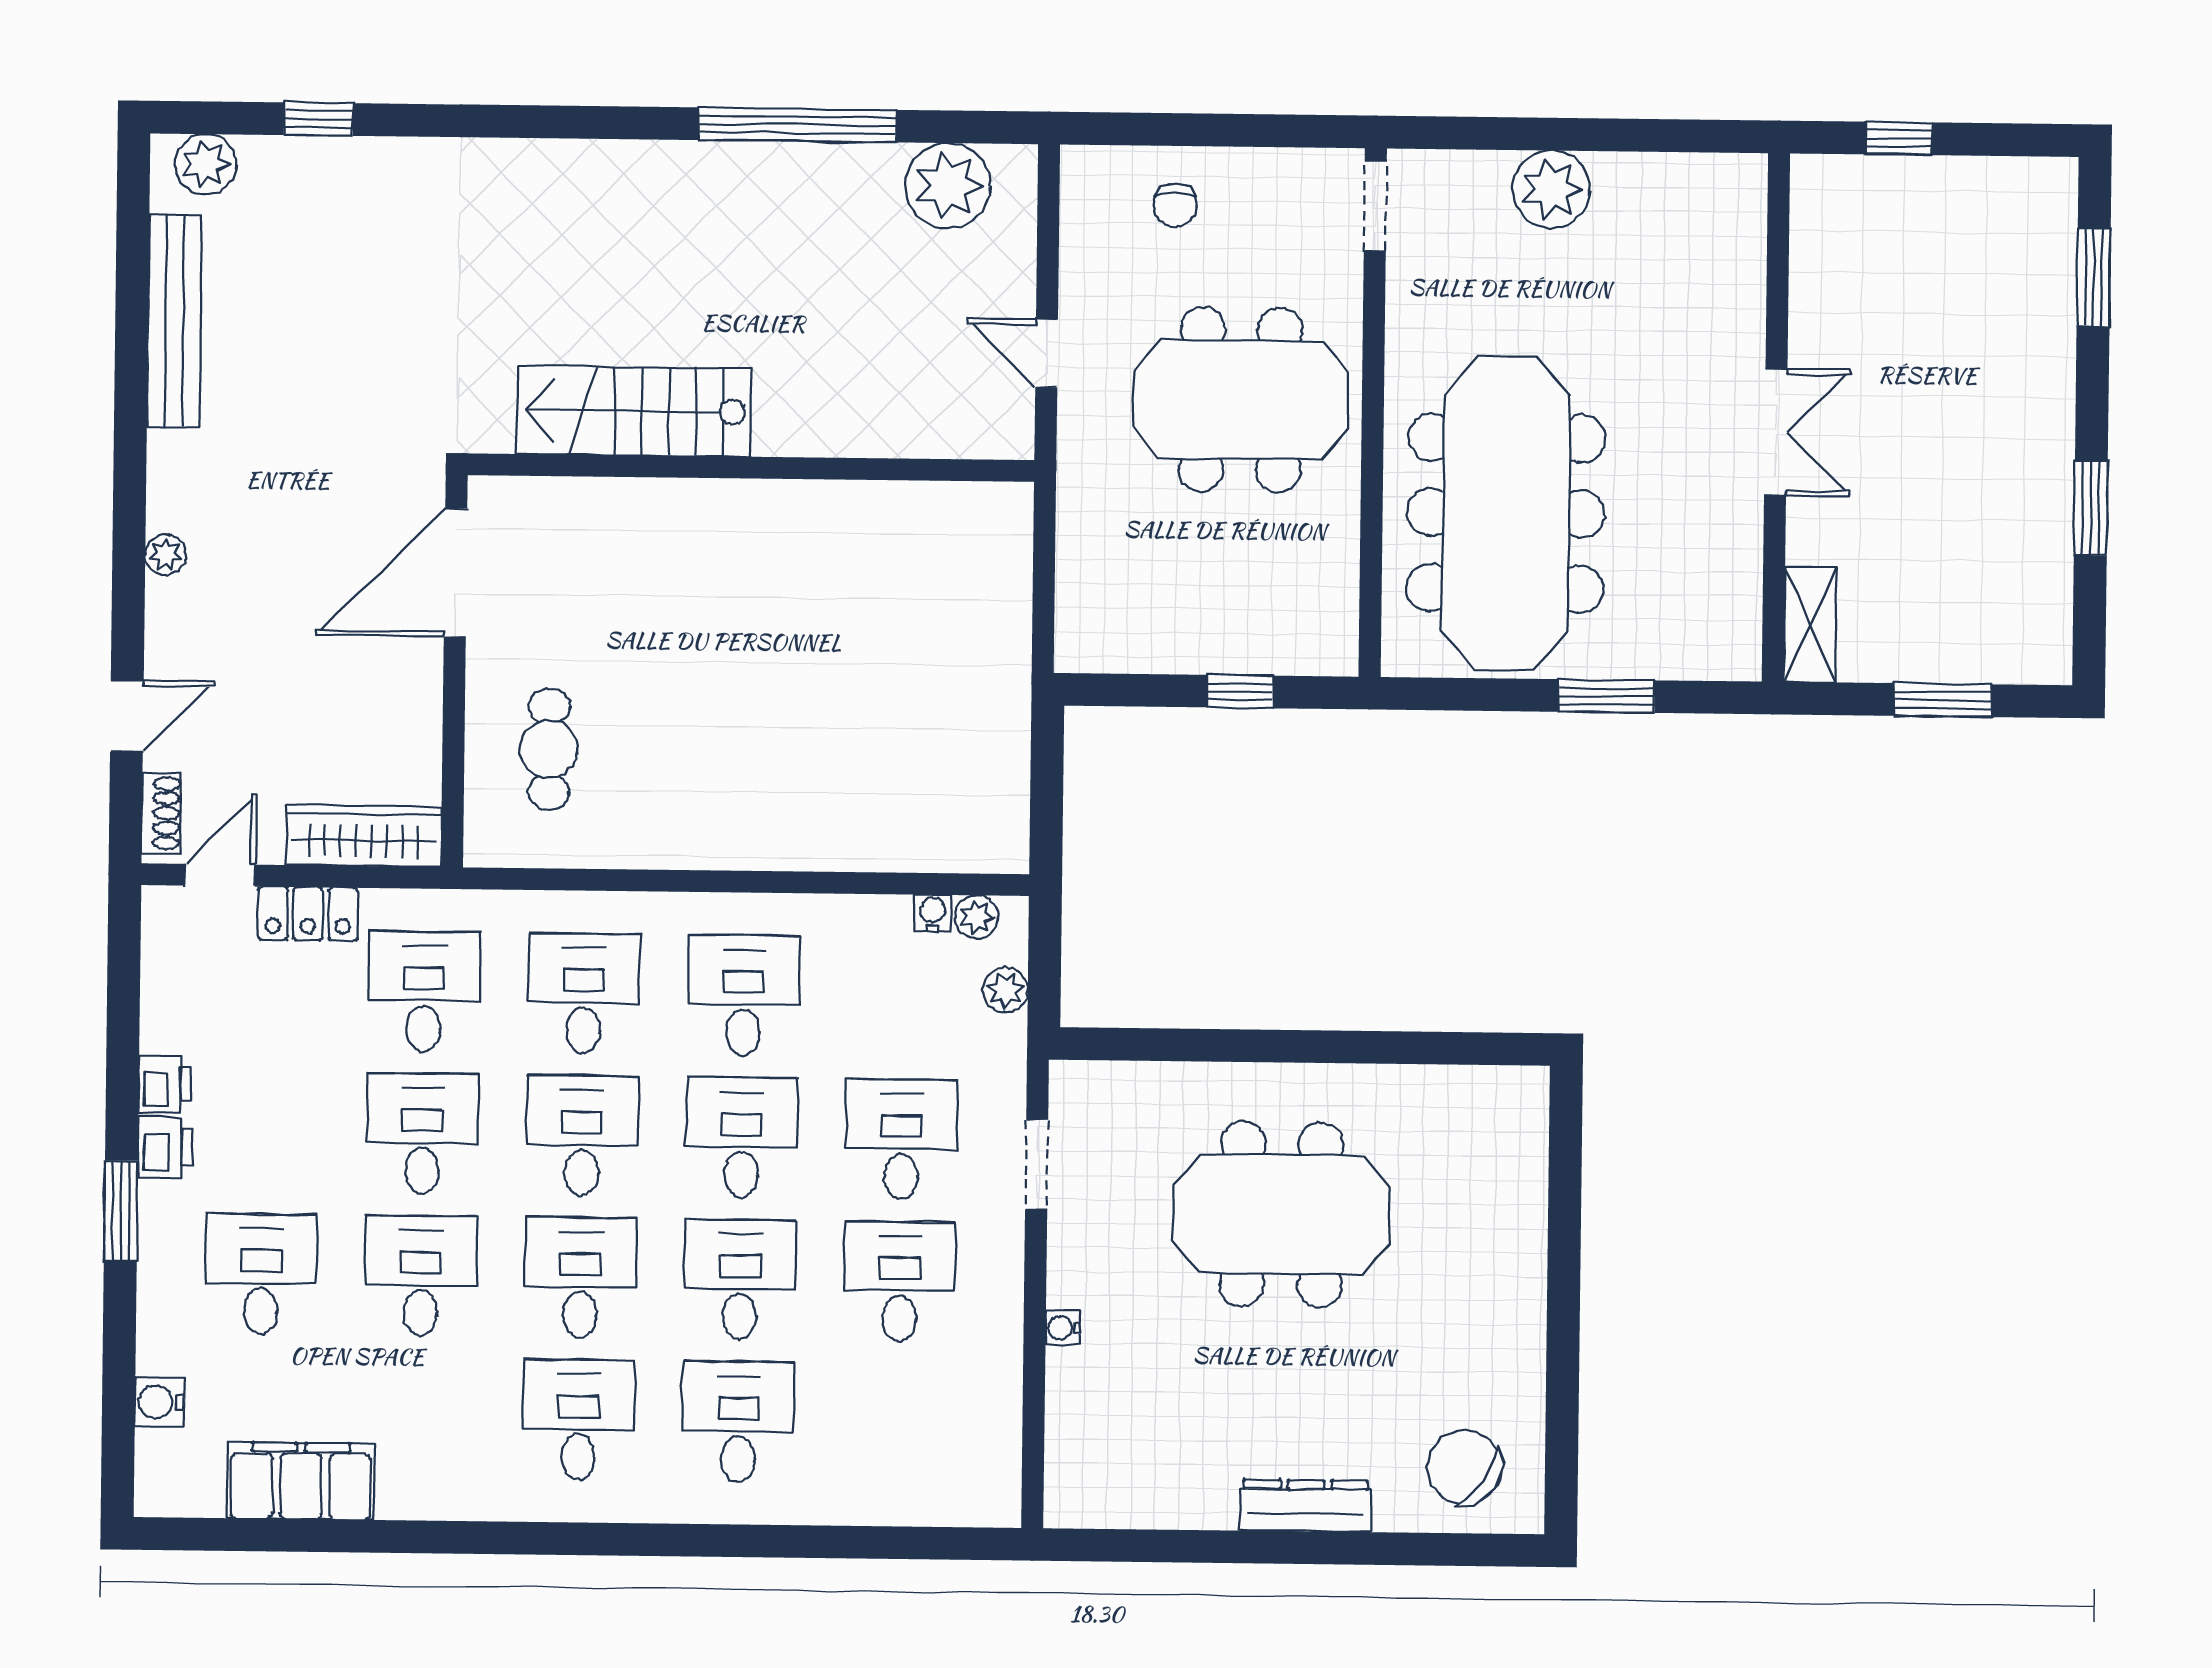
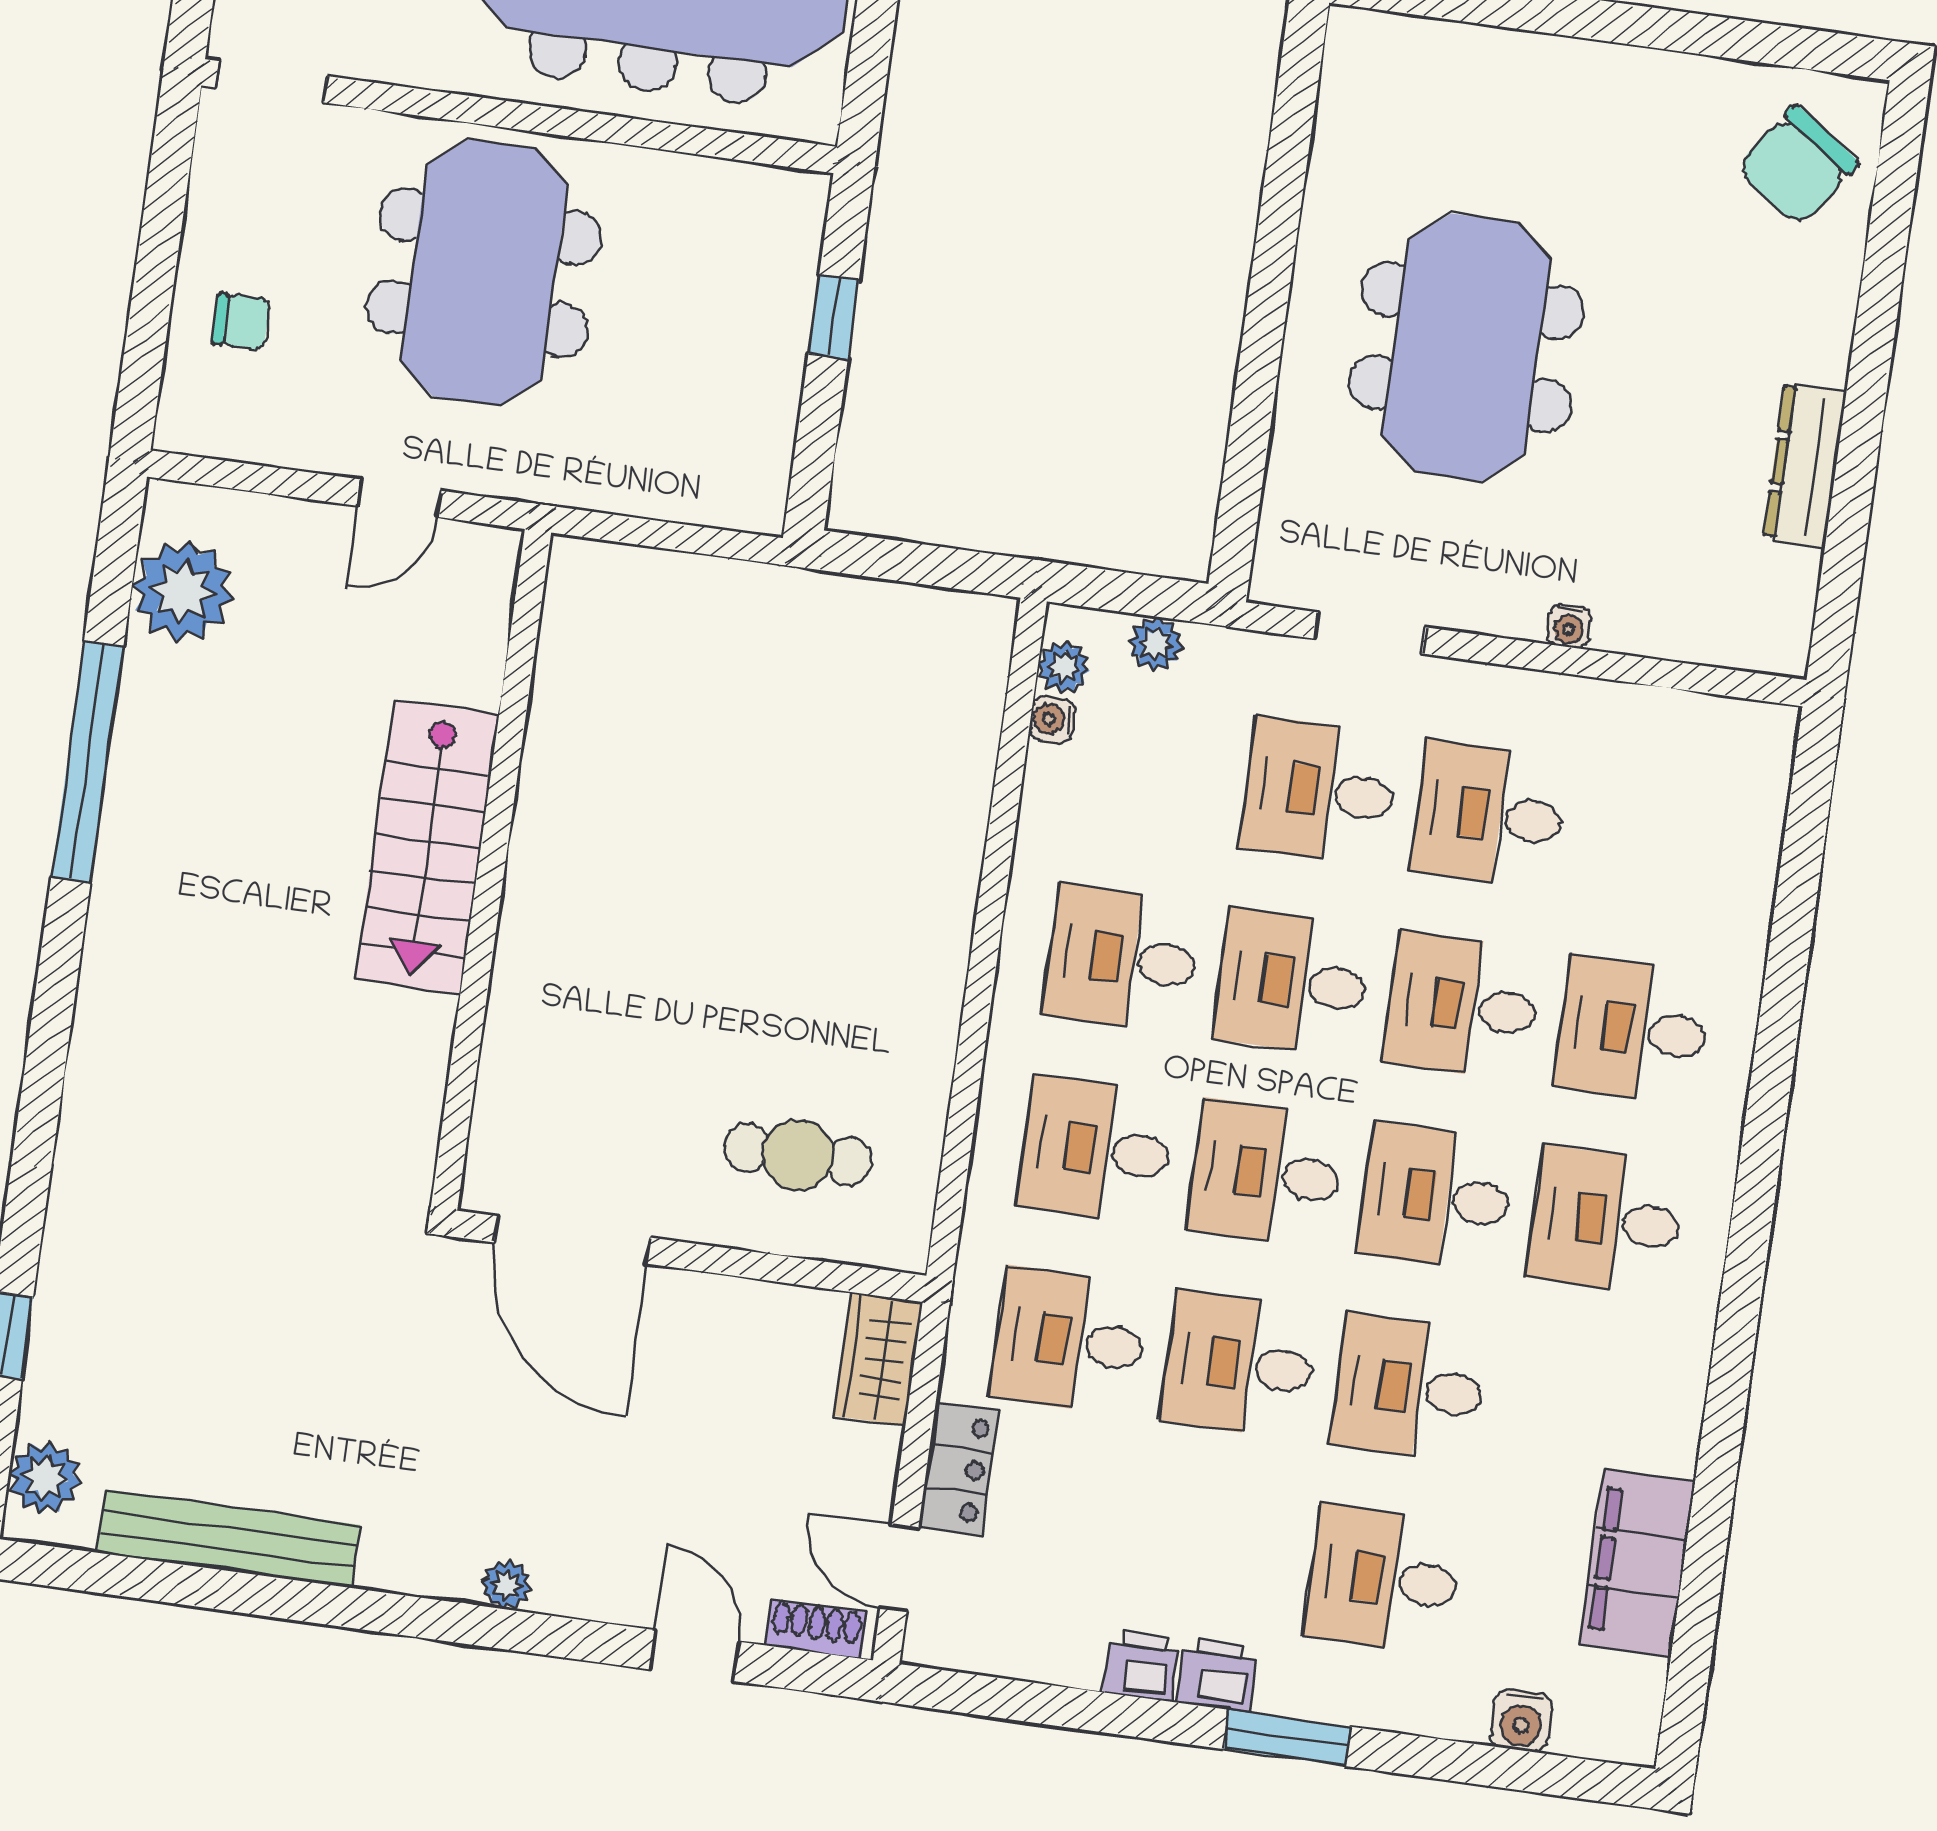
stairs: (634, 411) -> (427, 847), moved
wardrobe: (364, 836) -> (878, 1359), width x0.67
dresser: (1306, 1506) -> (1805, 465), moved

